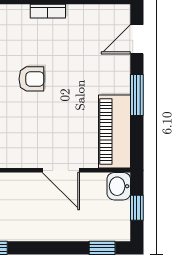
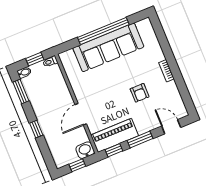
armchair: (31, 79) -> (140, 93), moved
window: (137, 142) -> (114, 150), added
window: (102, 248) -> (36, 129), moved

